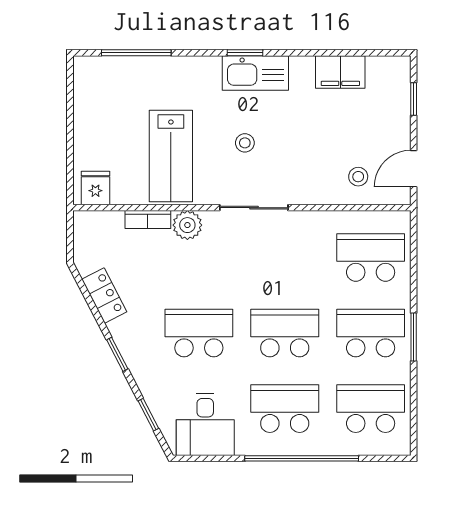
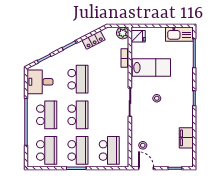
kitchen sink: (255, 73) -> (179, 34), moved, turned -90
lab bench: (171, 156) -> (151, 68), turned 180
plant: (187, 225) -> (123, 33), moved

